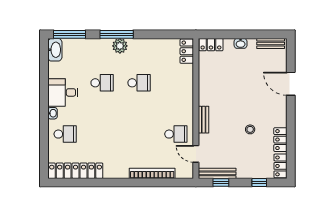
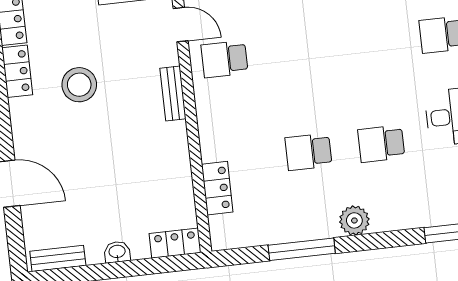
window: (117, 34) -> (302, 249), moved
locker: (187, 51) -> (217, 188), moved
stool: (250, 129) -> (79, 85), width x1.89, depth x1.89

